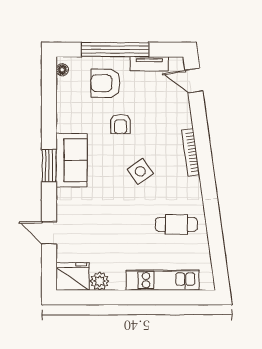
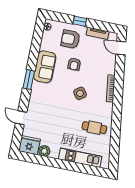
window: (115, 50) -> (80, 21), width x0.32
sofa: (72, 160) -> (45, 67), moved

